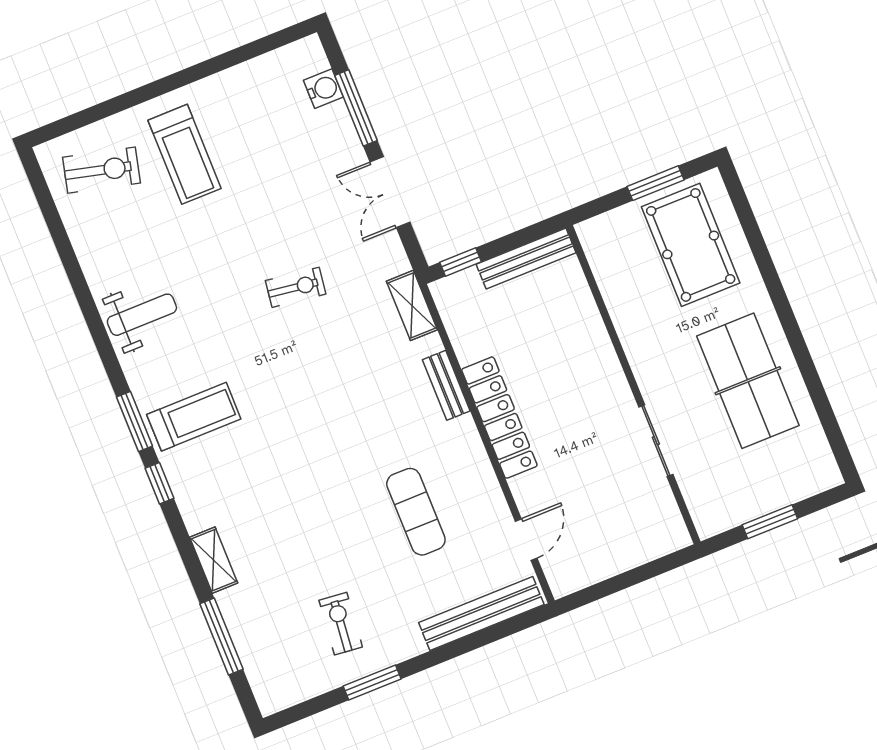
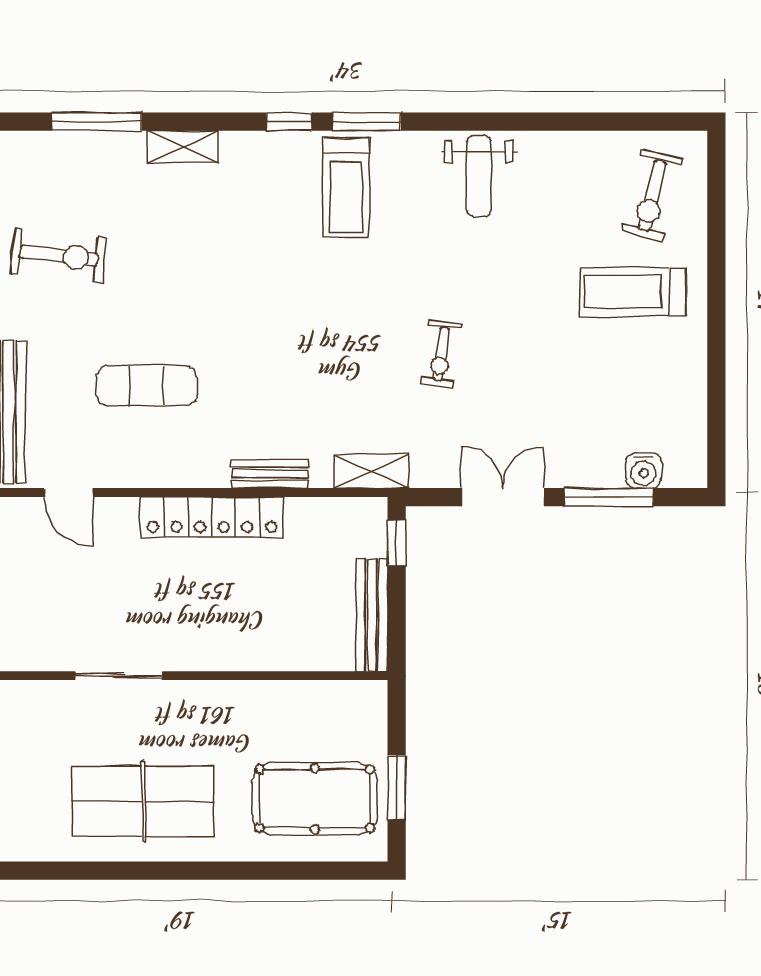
exercise bike: (341, 624) -> (59, 256), width x1.38, depth x1.39

